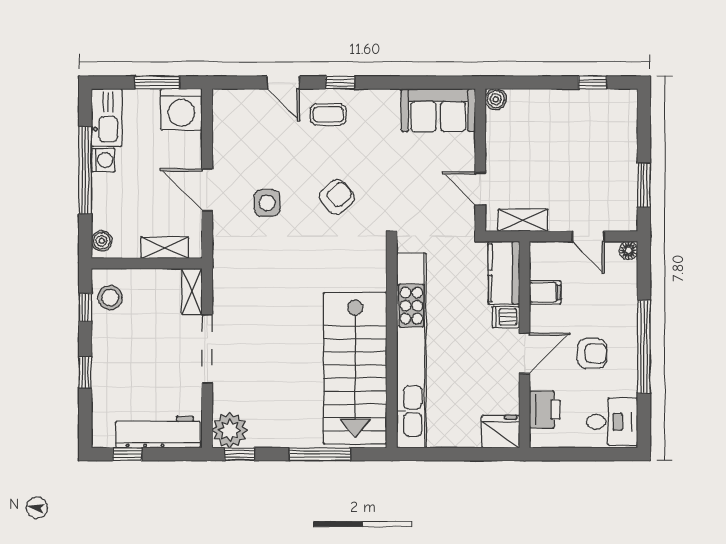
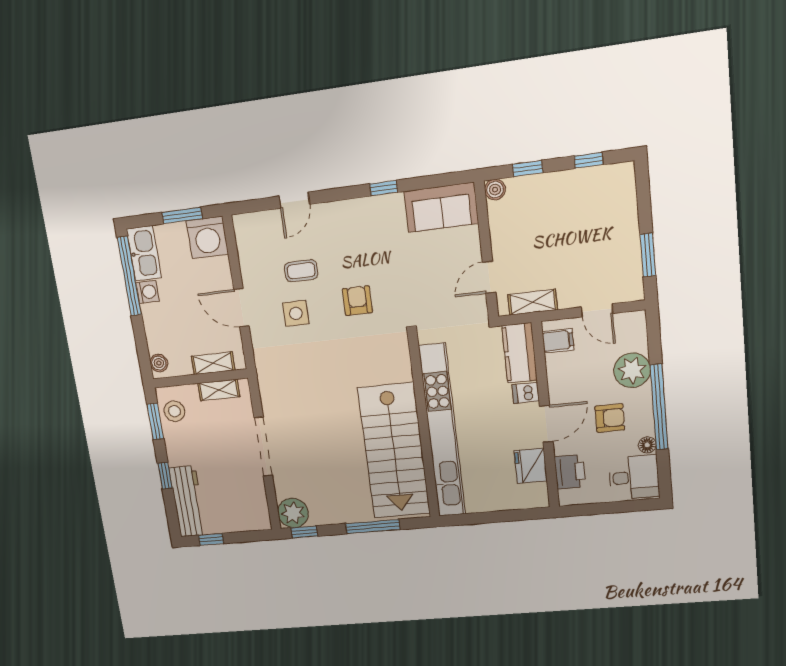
door: (283, 83) -> (294, 200), hinge flipped
window: (340, 83) -> (384, 188), moved
window: (531, 83) -> (528, 169), added
coffee table: (328, 114) -> (301, 271), moved
window: (85, 170) -> (129, 276), moved
door: (480, 189) -> (489, 277), hinge flipped
armchair: (337, 197) -> (357, 301), turned -48
floor lamp: (629, 250) -> (647, 445), moved
shelving: (192, 291) -> (219, 390), moved, turned 90
filing cabinet: (545, 292) -> (558, 341), moved
plant: (619, 304) -> (632, 370), added
window: (85, 307) -> (155, 421), width x1.50
workbench: (158, 432) -> (188, 501), moved, turned 90
fridge: (501, 432) -> (531, 466), moved, turned -90

